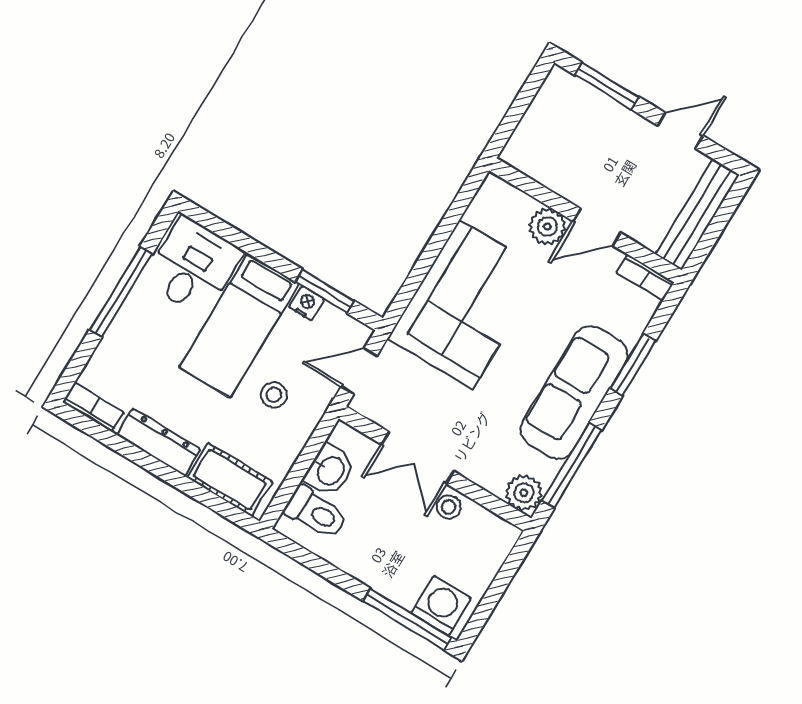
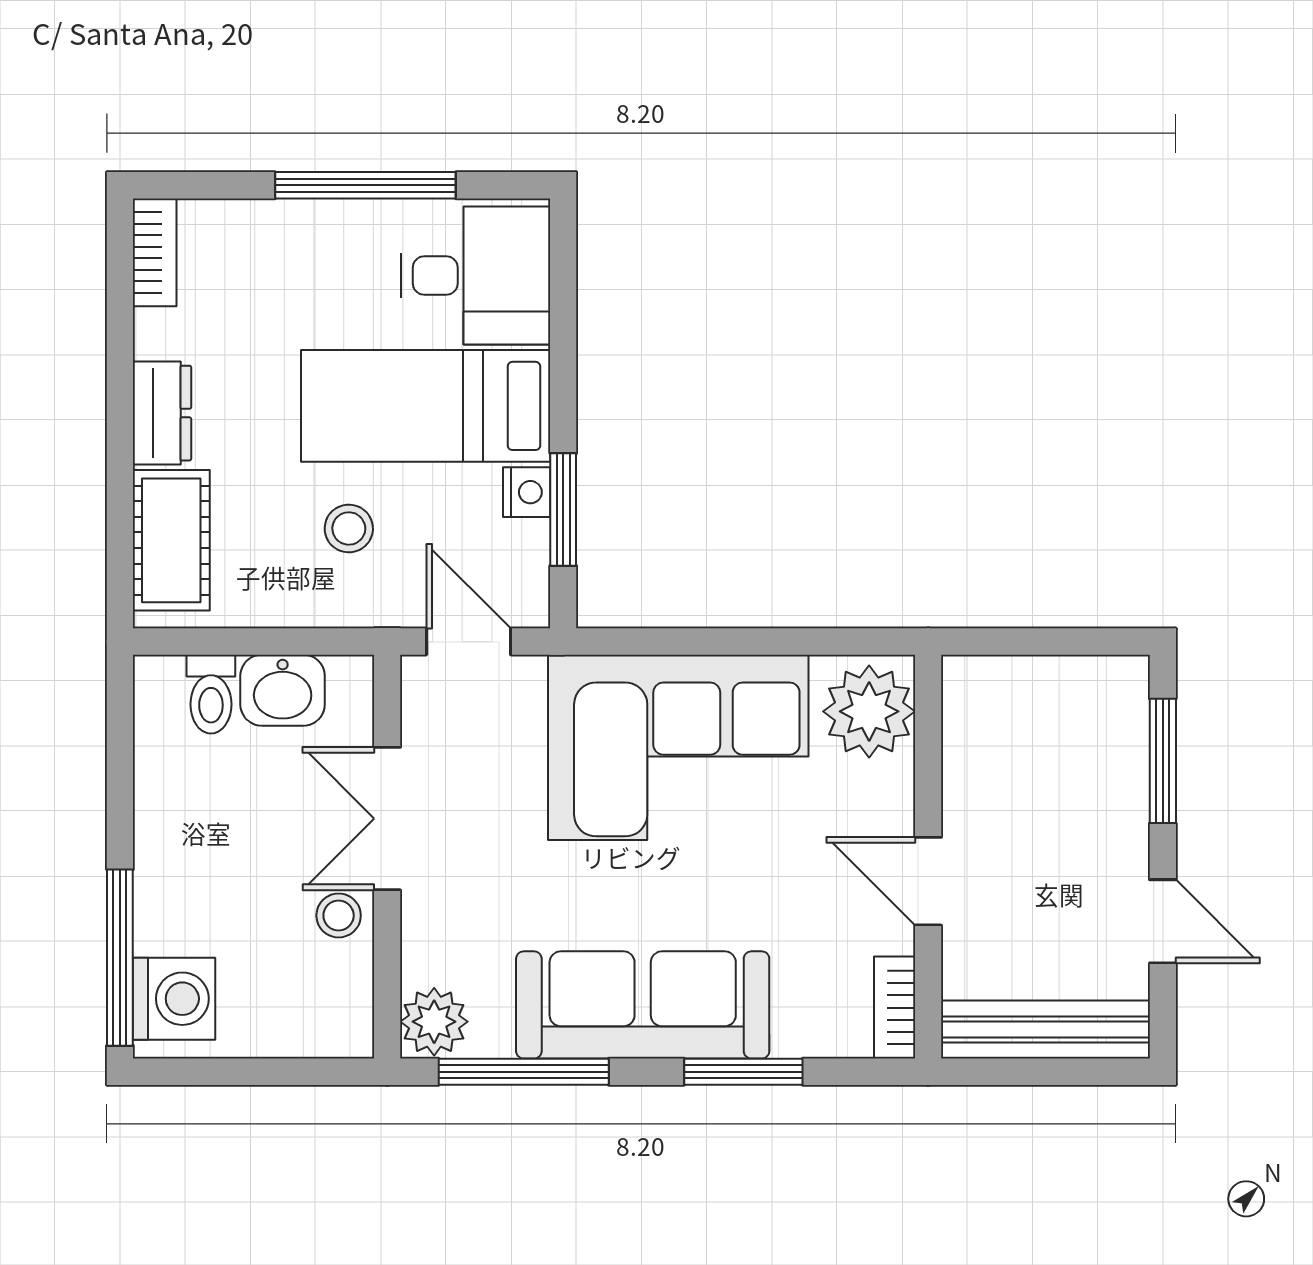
plant: (547, 227) -> (869, 711), moved, width x1.36, depth x1.36
dresser: (159, 442) -> (162, 413), width x0.70
toilet: (316, 512) -> (211, 694), width x0.73, depth x0.72

